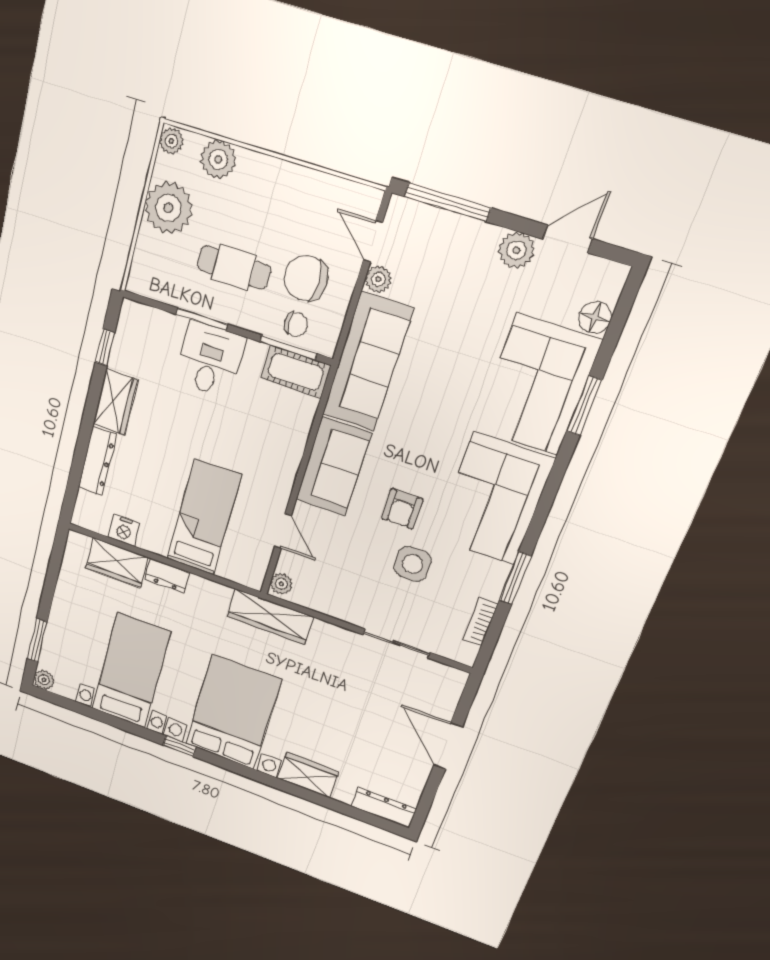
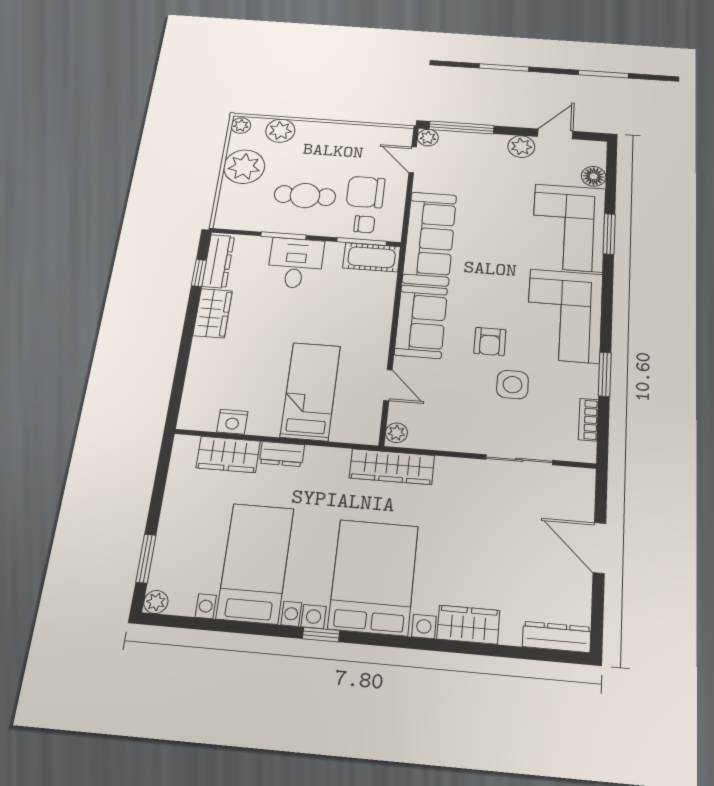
plant: (378, 279) -> (428, 138), moved
dresser: (97, 462) -> (218, 261), moved

